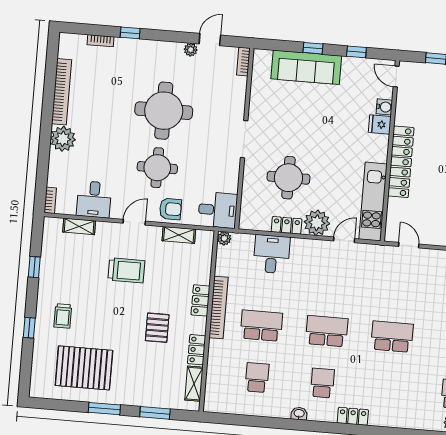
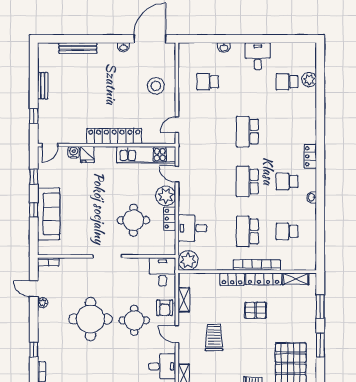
armchair: (170, 209) -> (165, 308), turned 180
plant: (224, 238) -> (188, 260), width x1.88, depth x1.88
bookcase: (218, 308) -> (257, 265), moved
locker: (197, 350) -> (264, 279), width x1.53

